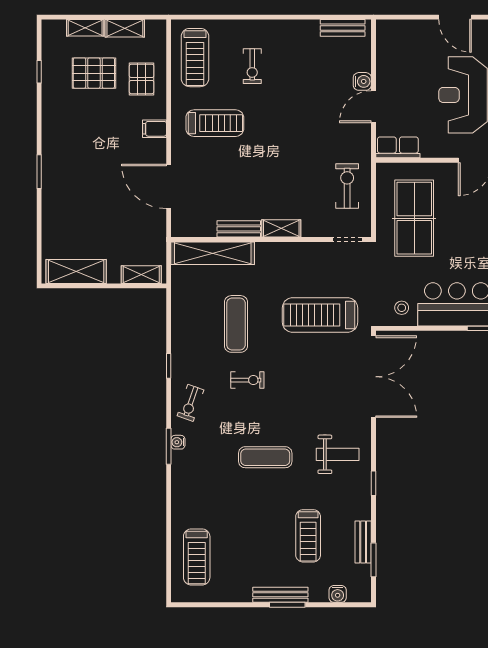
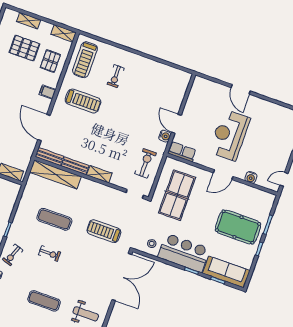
shelving: (125, 28) -> (63, 33), moved
bench: (343, 28) -> (49, 156), moved
water cooler: (362, 81) -> (165, 136), moved
door: (374, 107) -> (176, 124), hinge flipped
treadmill: (320, 315) -> (104, 231), width x0.73, depth x0.73
exercise mat: (236, 324) -> (54, 219), turned 90

